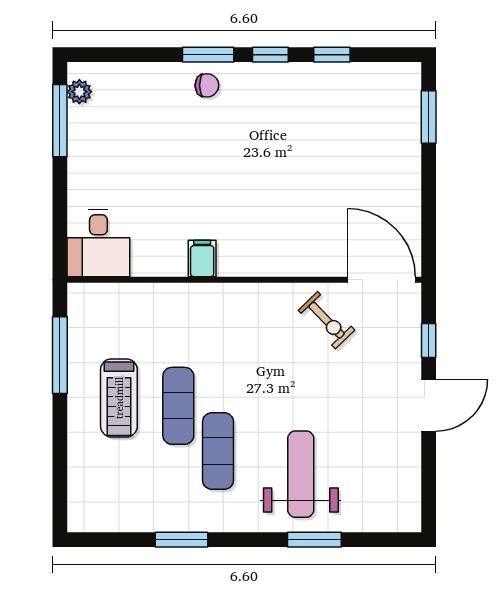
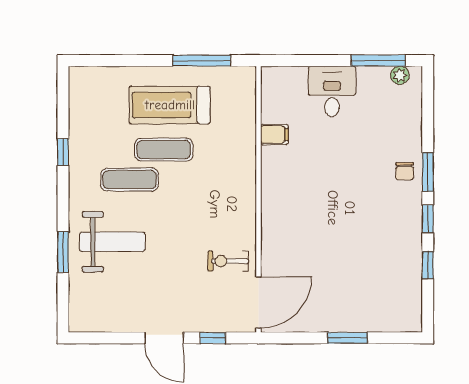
window: (429, 117) -> (347, 338), moved
desk: (98, 243) -> (332, 91), moved, turned 90
filing cabinet: (202, 259) -> (274, 134), moved
exercise bike: (327, 320) -> (228, 261), turned 44
treadmill: (119, 398) -> (170, 105), width x1.37, depth x1.38
window: (182, 540) -> (63, 152), width x0.67

